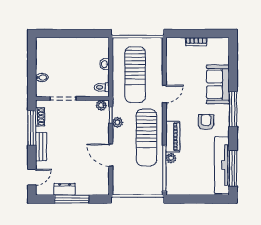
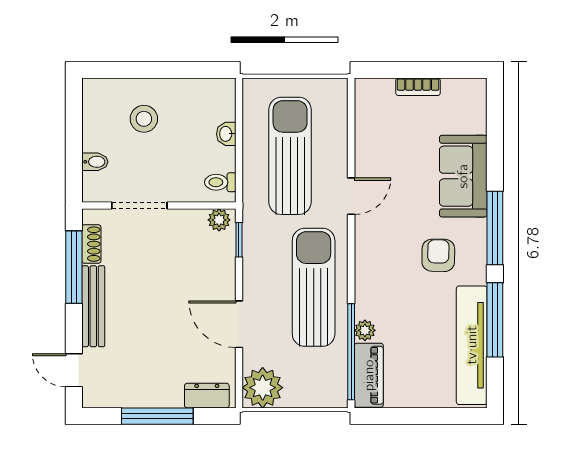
stool: (65, 57) -> (144, 119), added
sun lounger: (135, 75) -> (290, 156), turned 180
plant: (117, 122) -> (263, 388), moved, width x1.87, depth x1.87
sun lounger: (146, 137) -> (314, 287), turned 180
piano: (173, 137) -> (369, 375), moved
bench: (41, 147) -> (93, 306), width x1.36
window: (233, 168) -> (495, 320), moved
door: (32, 177) -> (74, 370), swing flipped
dresser: (65, 189) -> (207, 396), moved

